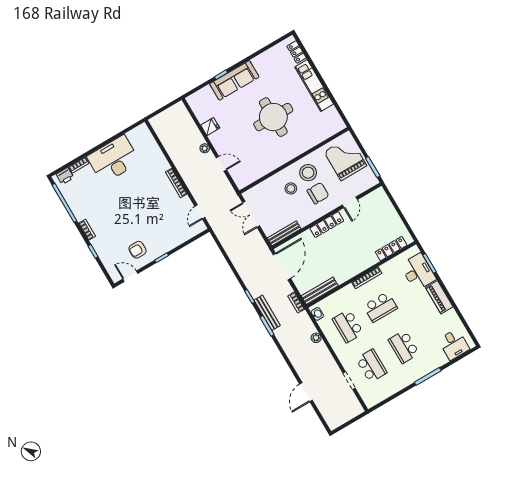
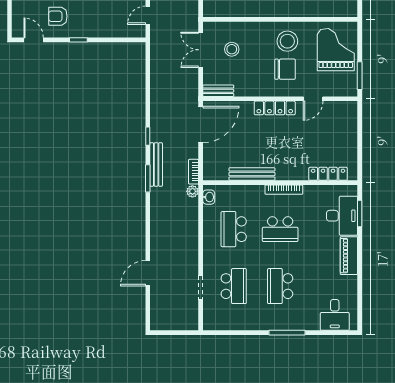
stool: (291, 188) -> (232, 49), moved
bench: (284, 233) -> (218, 91), width x0.73
bench: (320, 291) -> (252, 174), moved
plant: (316, 338) -> (192, 191), moved

